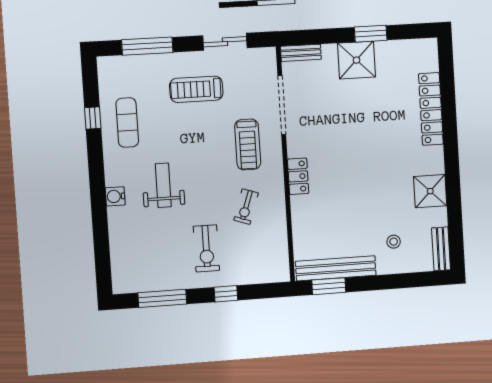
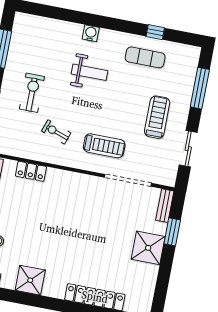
window: (371, 34) -> (172, 232), moved
treadmill: (248, 145) -> (104, 146), turned 180
locker: (298, 176) -> (31, 171), moved
exercise bike: (206, 248) -> (32, 93), turned 90

